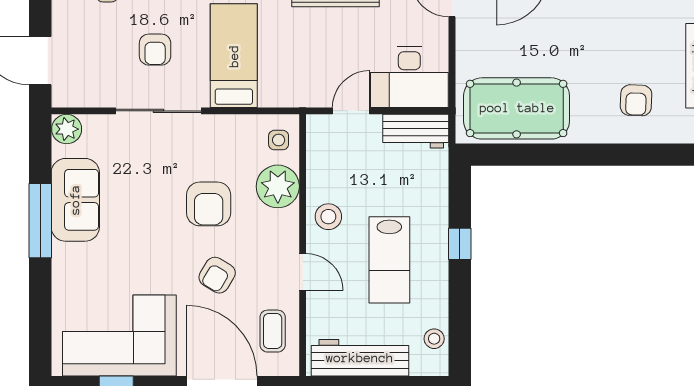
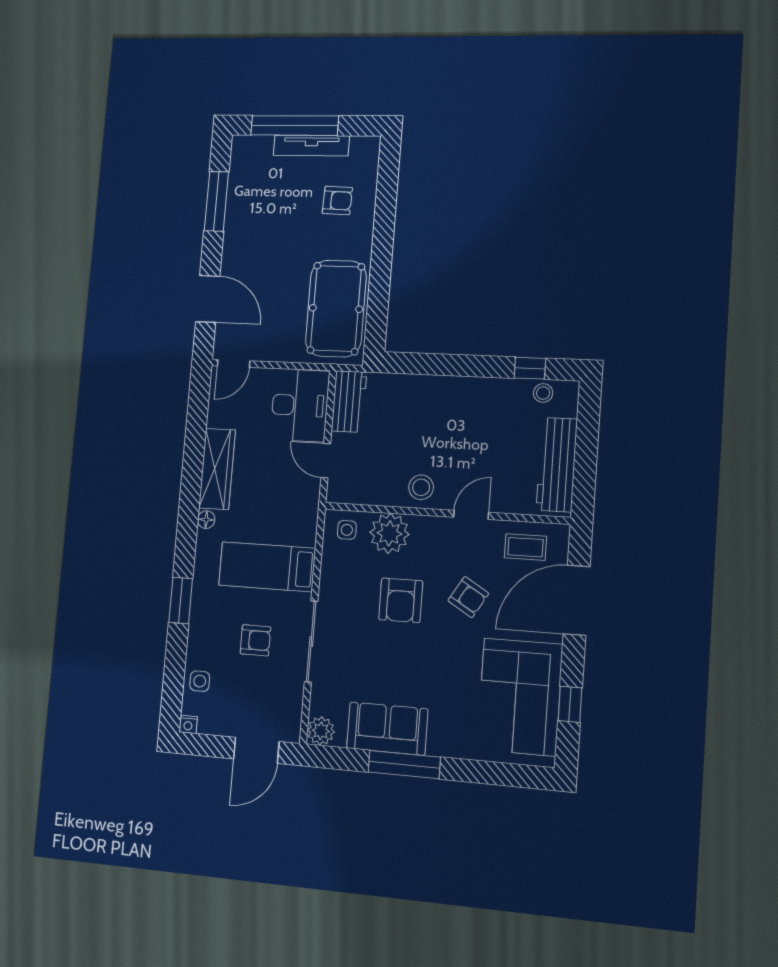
armchair: (209, 204) -> (401, 600), turned 90
window: (460, 244) -> (530, 368), moved
lab bench: (389, 260) -> (466, 432), removed

